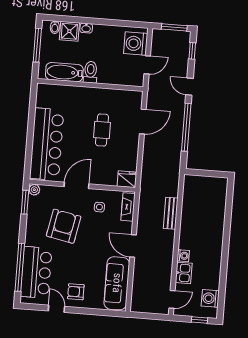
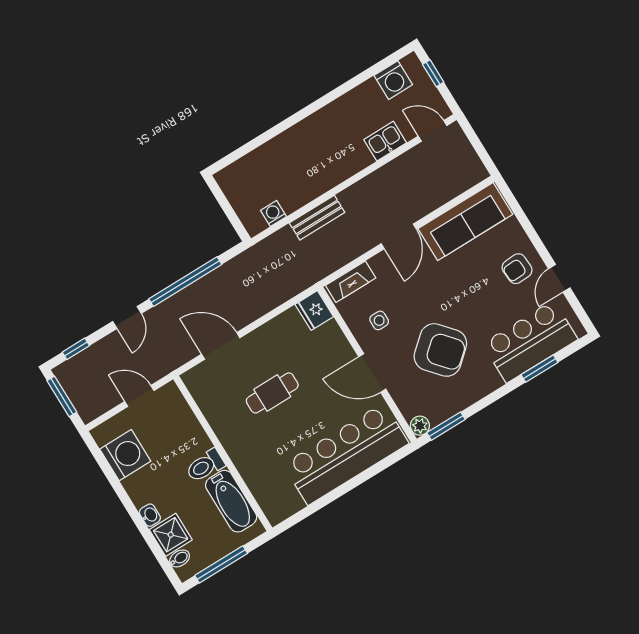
washing machine: (136, 44) -> (125, 455), moved, turned -90
armchair: (64, 226) -> (440, 350), turned -142
washing machine: (183, 256) -> (273, 213), moved
window: (20, 267) -> (539, 369), width x0.47
armchair: (76, 292) -> (517, 269), turned 87

